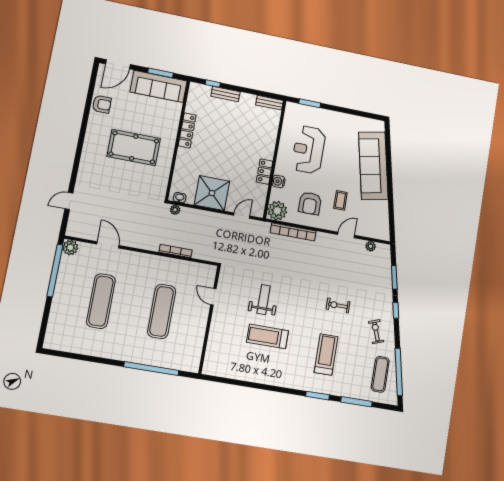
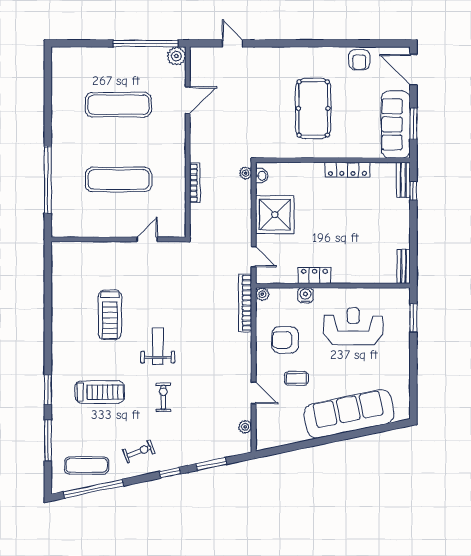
bench: (225, 94) -> (403, 180), moved
plant: (277, 211) -> (262, 294), width x0.53, depth x0.53
bookcase: (293, 232) -> (245, 303), moved
weight bench: (264, 300) -> (158, 346), moved, turned -90
treadmill: (267, 336) -> (110, 315), turned 180

